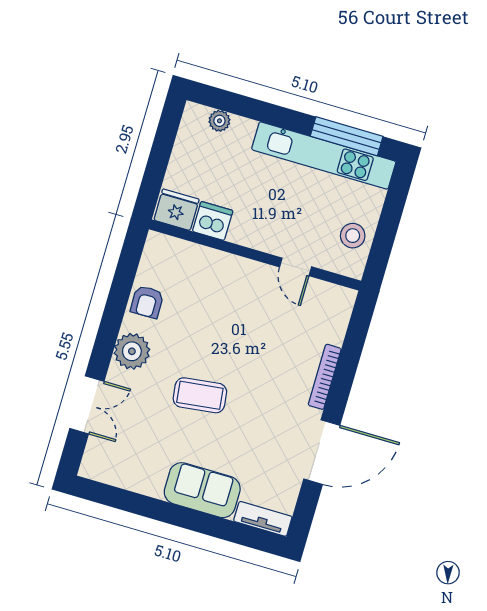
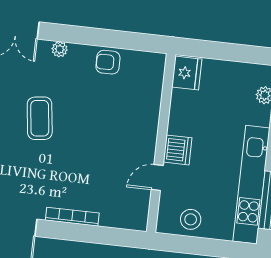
dishwasher: (213, 221) -> (177, 150), moved
plant: (132, 351) -> (60, 49), width x0.53, depth x0.53

